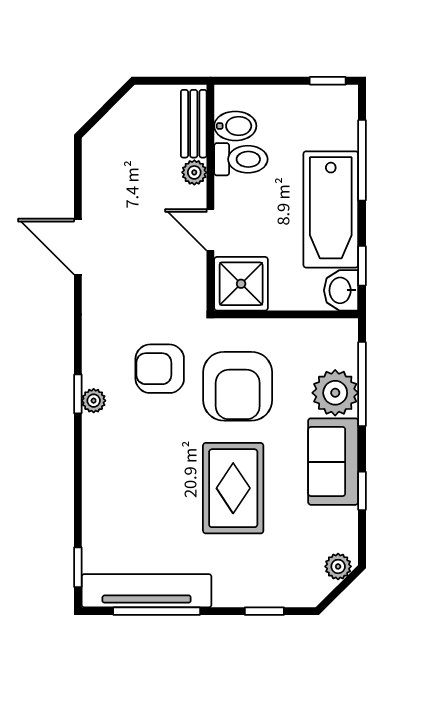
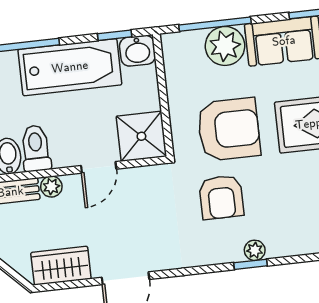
wardrobe: (101, 173) -> (61, 266), added

